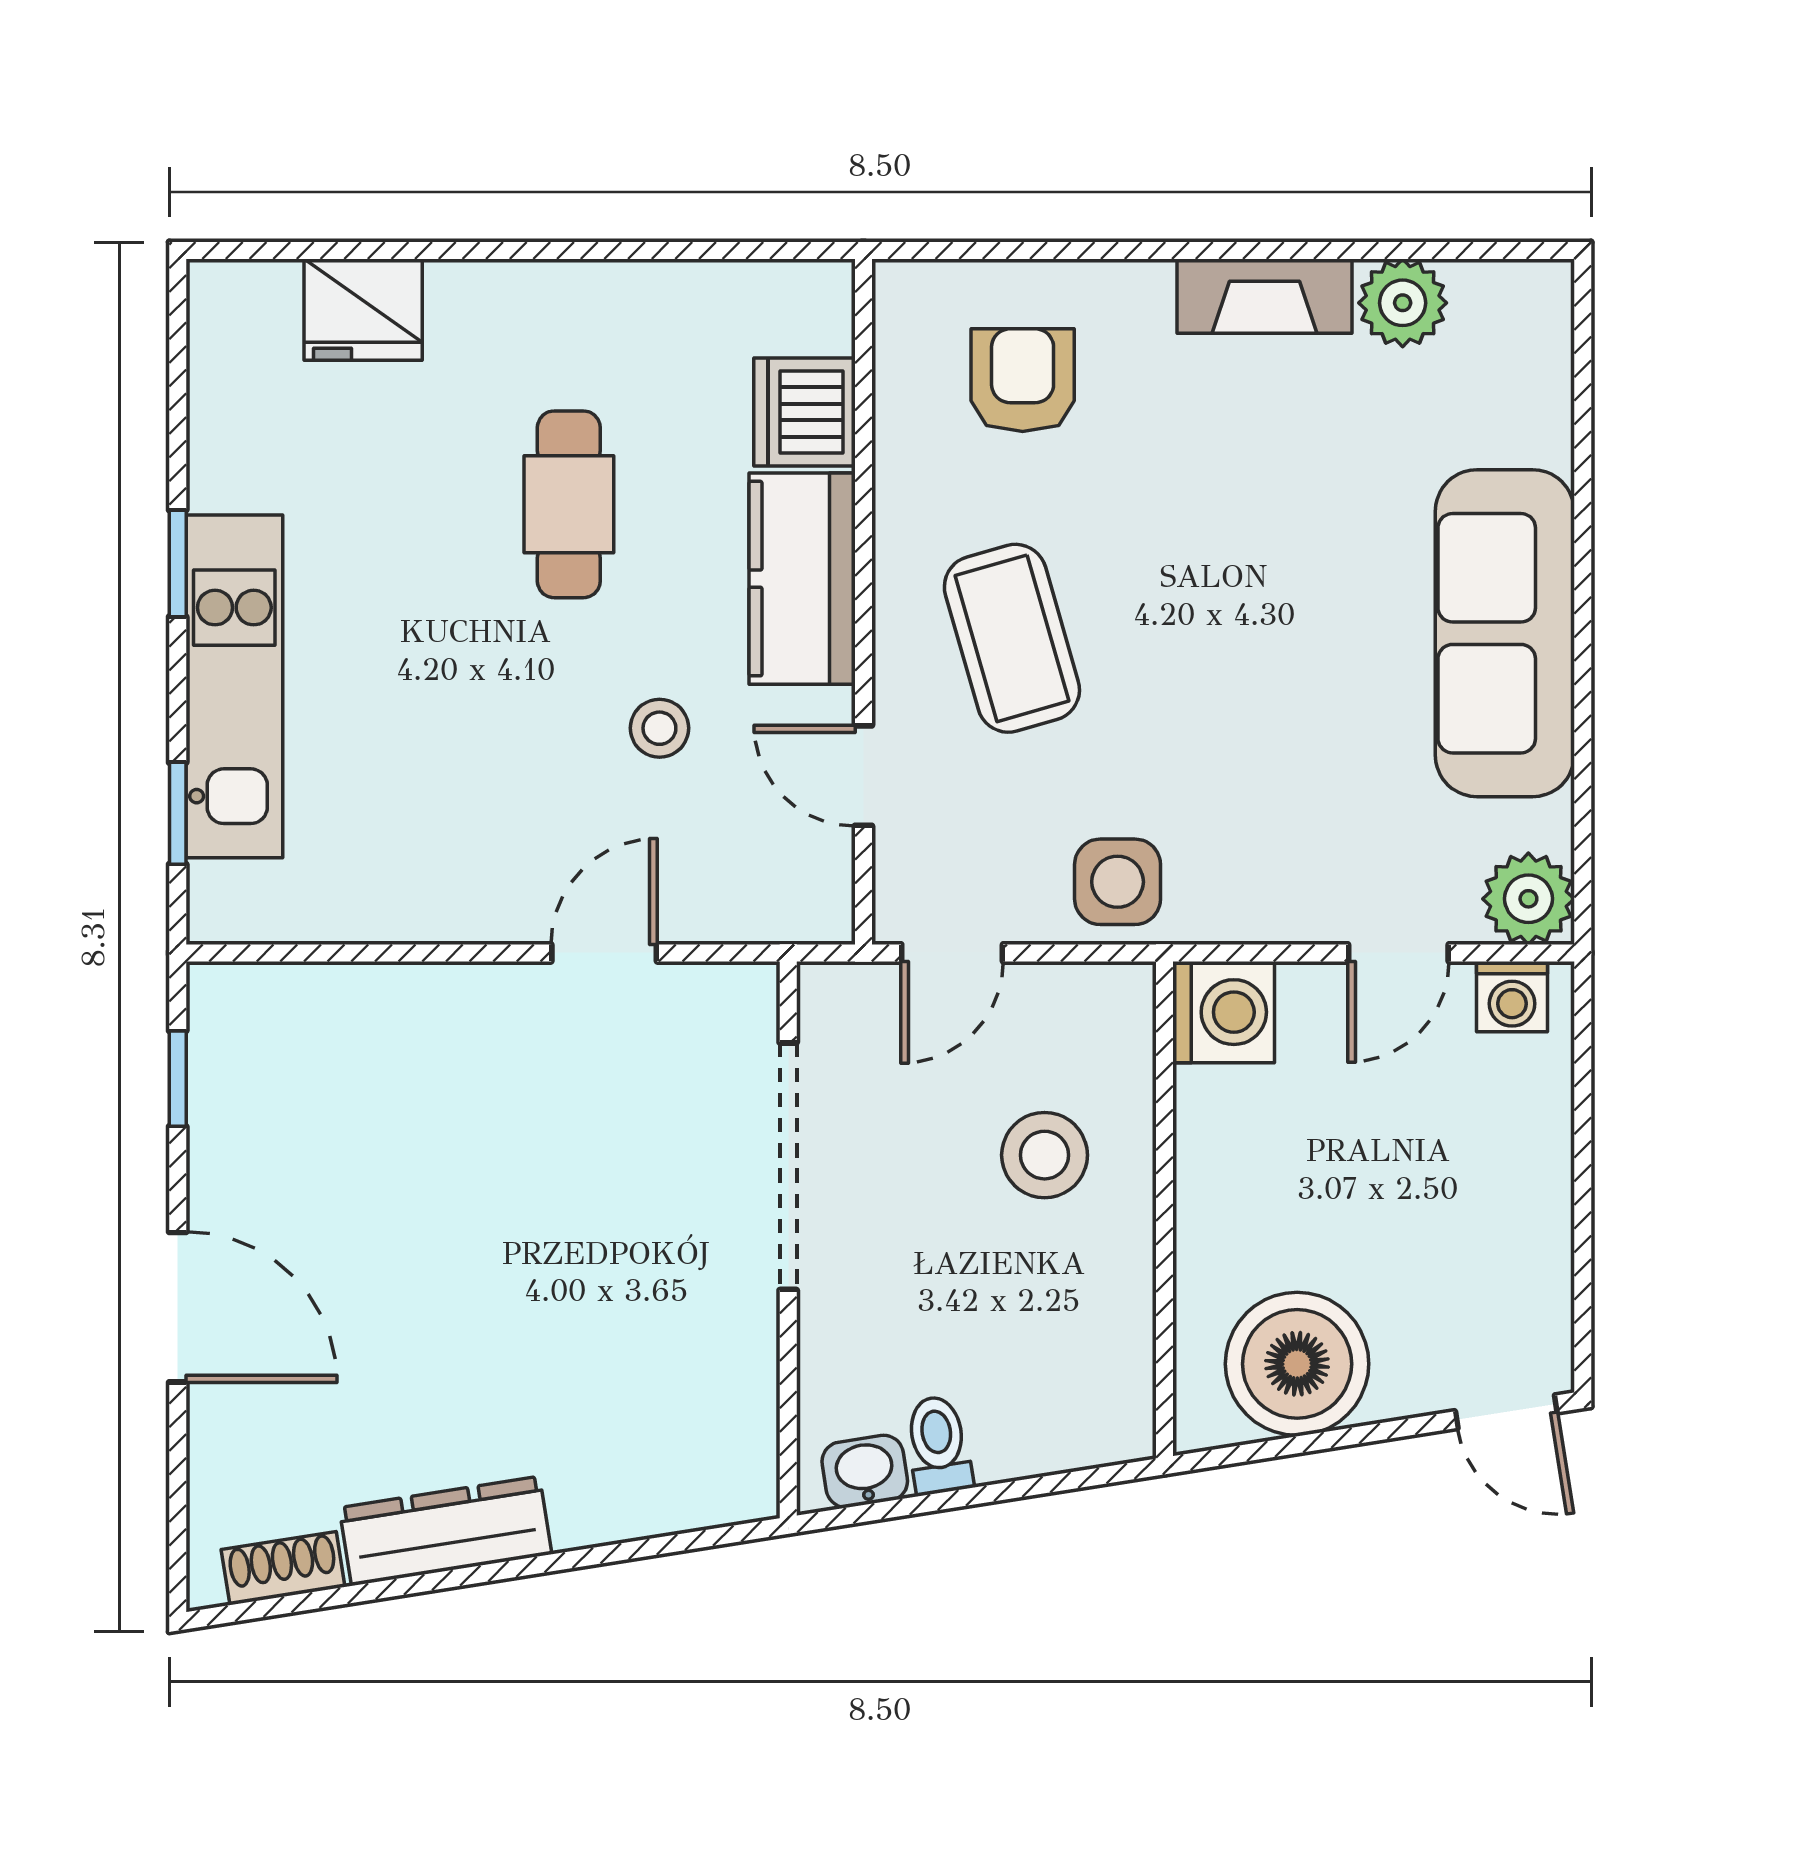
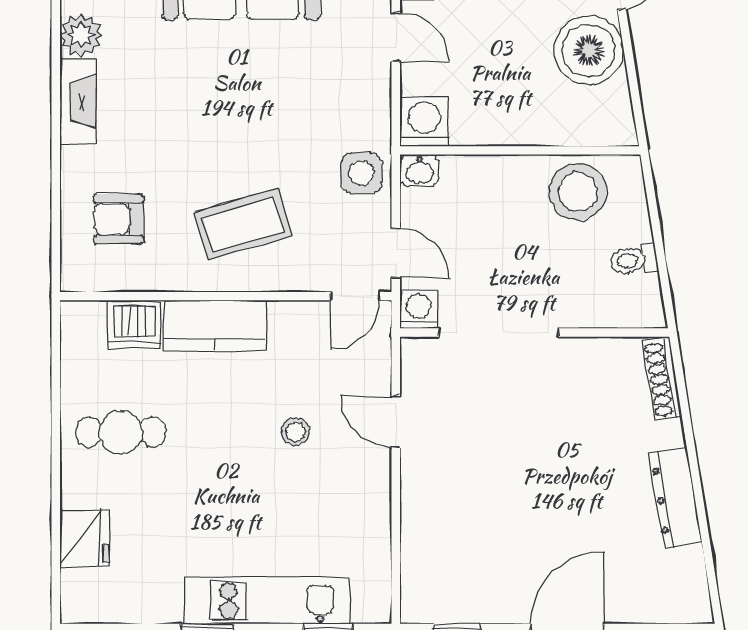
cafe table: (569, 504) -> (121, 432), moved
stool: (659, 728) -> (296, 432), moved
door: (863, 776) -> (355, 296), moved
washing machine: (836, 1001) -> (419, 309), added
stool: (1045, 1155) -> (578, 192), moved, width x1.38, depth x1.38
boiler: (1297, 1364) -> (589, 50), moved
washbasin: (865, 1471) -> (420, 170), moved, turned -81
shoe rack: (283, 1568) -> (662, 379), moved, width x1.43

